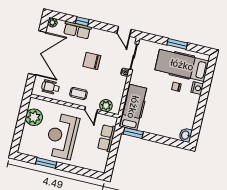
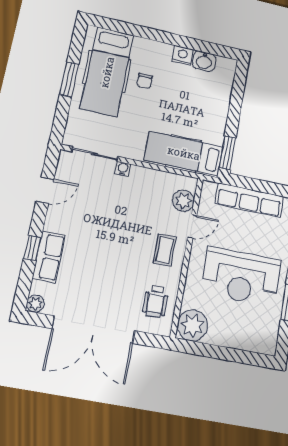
door: (124, 31) -> (45, 190), moved
double door: (37, 53) -> (94, 330), swing flipped
chair: (92, 61) -> (105, 228), removed
nightstand: (197, 88) -> (183, 55), moved
plant: (34, 117) -> (192, 326), moved
washbasin: (186, 135) -> (204, 61), moved
row of seats: (107, 138) -> (249, 200), width x1.48

